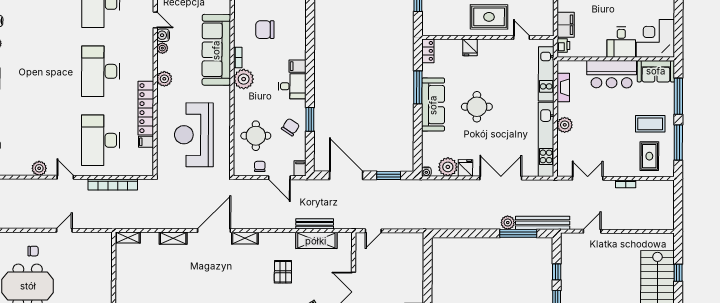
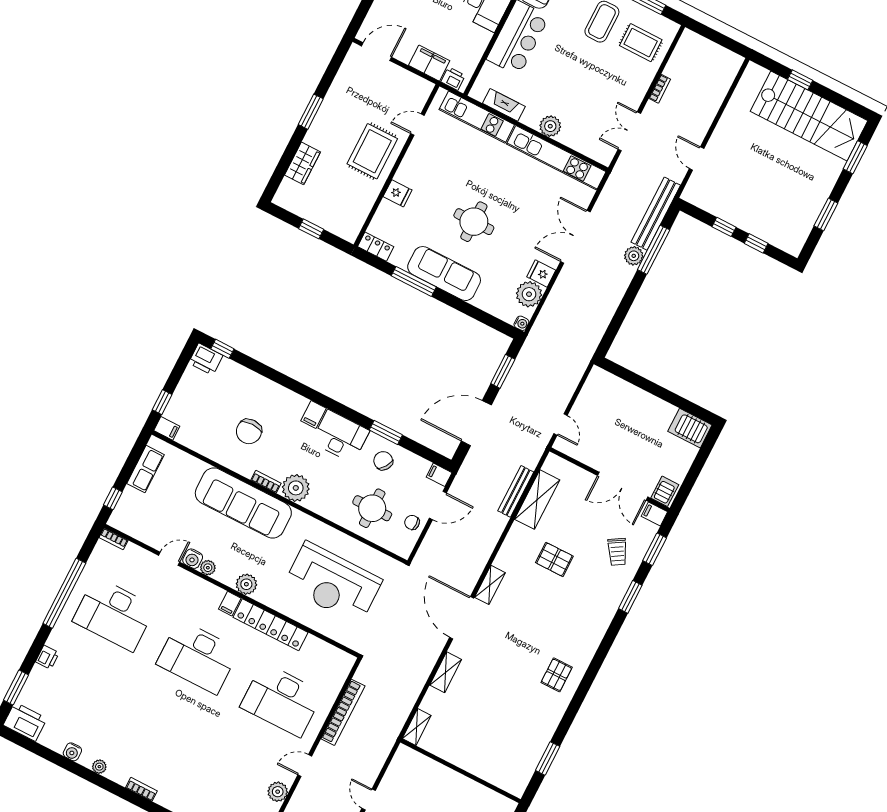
desk: (292, 86) -> (340, 436), width x1.37
filing cabinet: (146, 142) -> (230, 604), moved

